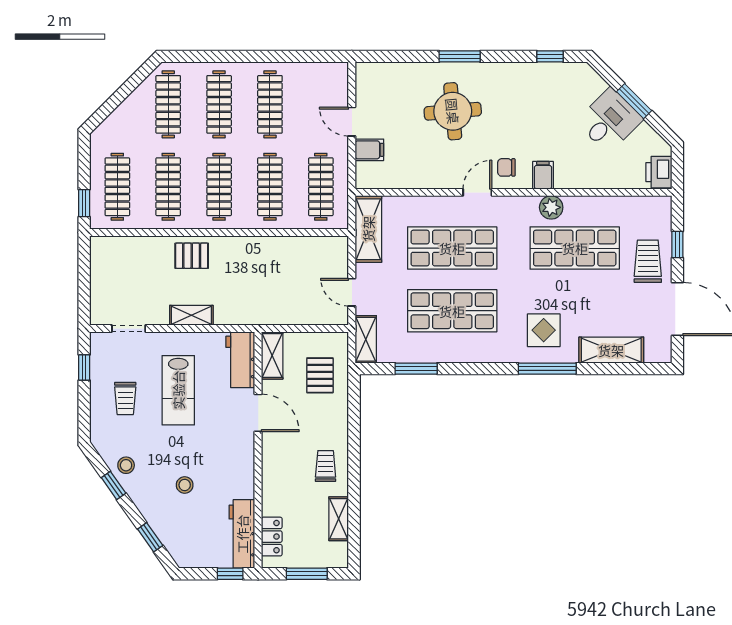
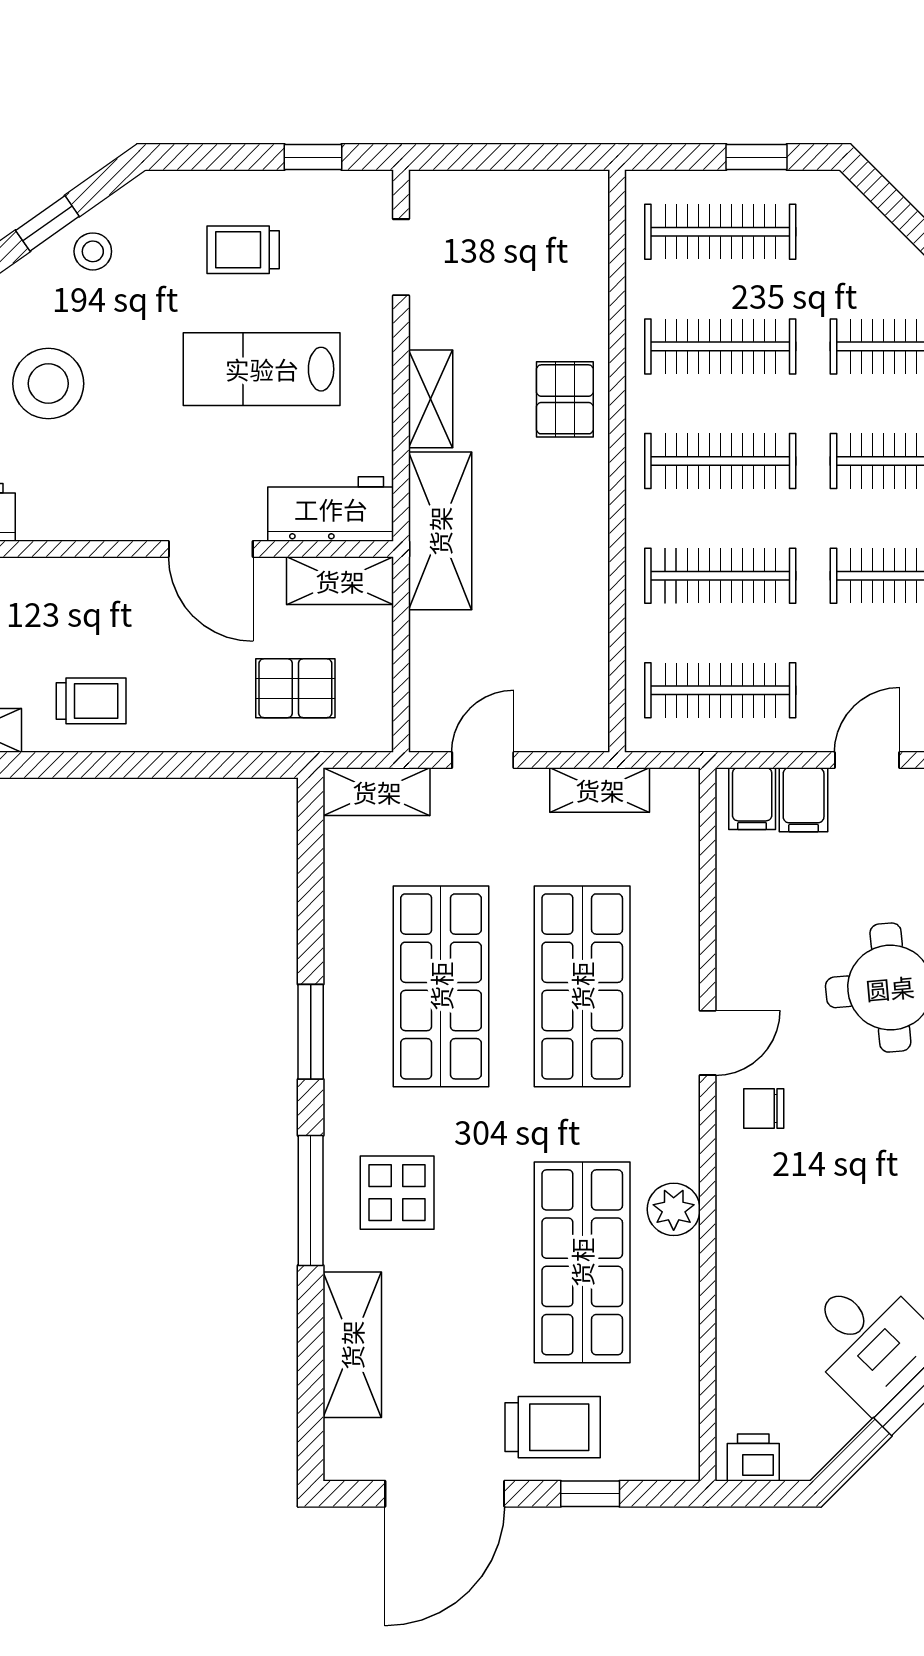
chair: (506, 167) -> (764, 1108), turned -90
printer: (659, 172) -> (753, 1458), width x0.73, depth x0.81
filing cabinet: (543, 175) -> (752, 799), moved, turned 90
door: (477, 192) -> (708, 1043), hinge flipped
window: (84, 203) -> (756, 157), moved
shelving: (368, 229) -> (600, 790), width x0.67, depth x0.75
shelving: (250, 311) -> (440, 531), added
window: (416, 369) -> (311, 1032), moved
door: (258, 413) -> (211, 549), hinge flipped
stool: (185, 485) -> (48, 384), width x1.89, depth x1.89

